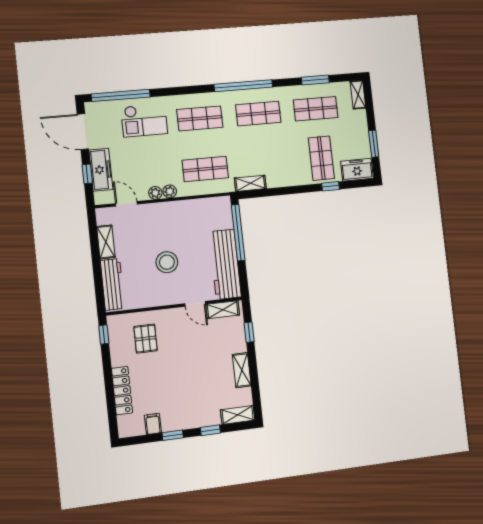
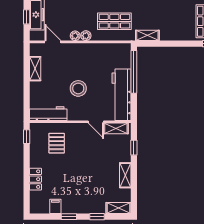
workbench: (112, 284) -> (48, 114), moved, turned -90
locker: (122, 391) -> (35, 179), width x0.66

